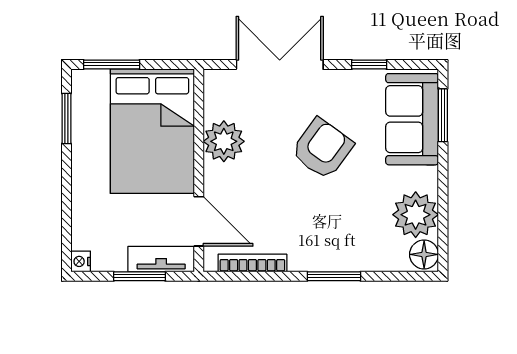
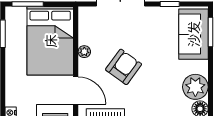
plant: (224, 141) -> (84, 52), width x0.53, depth x0.53
armchair: (322, 149) -> (124, 67), moved

